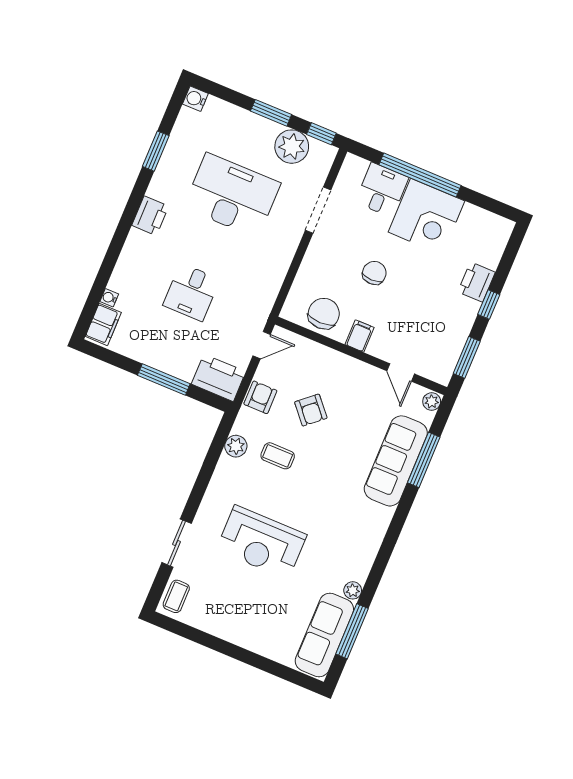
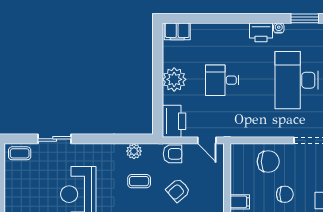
desk: (232, 195) -> (297, 80), turned 180
water cooler: (109, 298) -> (279, 28), moved
chair: (324, 314) -> (268, 162), moved
plant: (164, 355) -> (174, 79), added
window: (164, 380) -> (158, 86), removed
coffee table: (278, 456) -> (139, 181), turned 90

